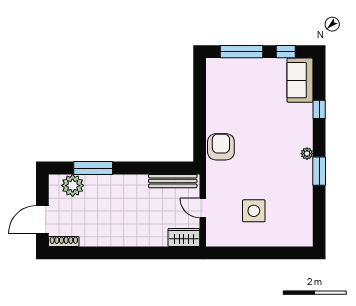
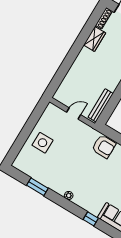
window: (319, 171) -> (37, 187), moved
side table: (254, 211) -> (43, 143), moved
wardrobe: (184, 237) -> (95, 39), moved

